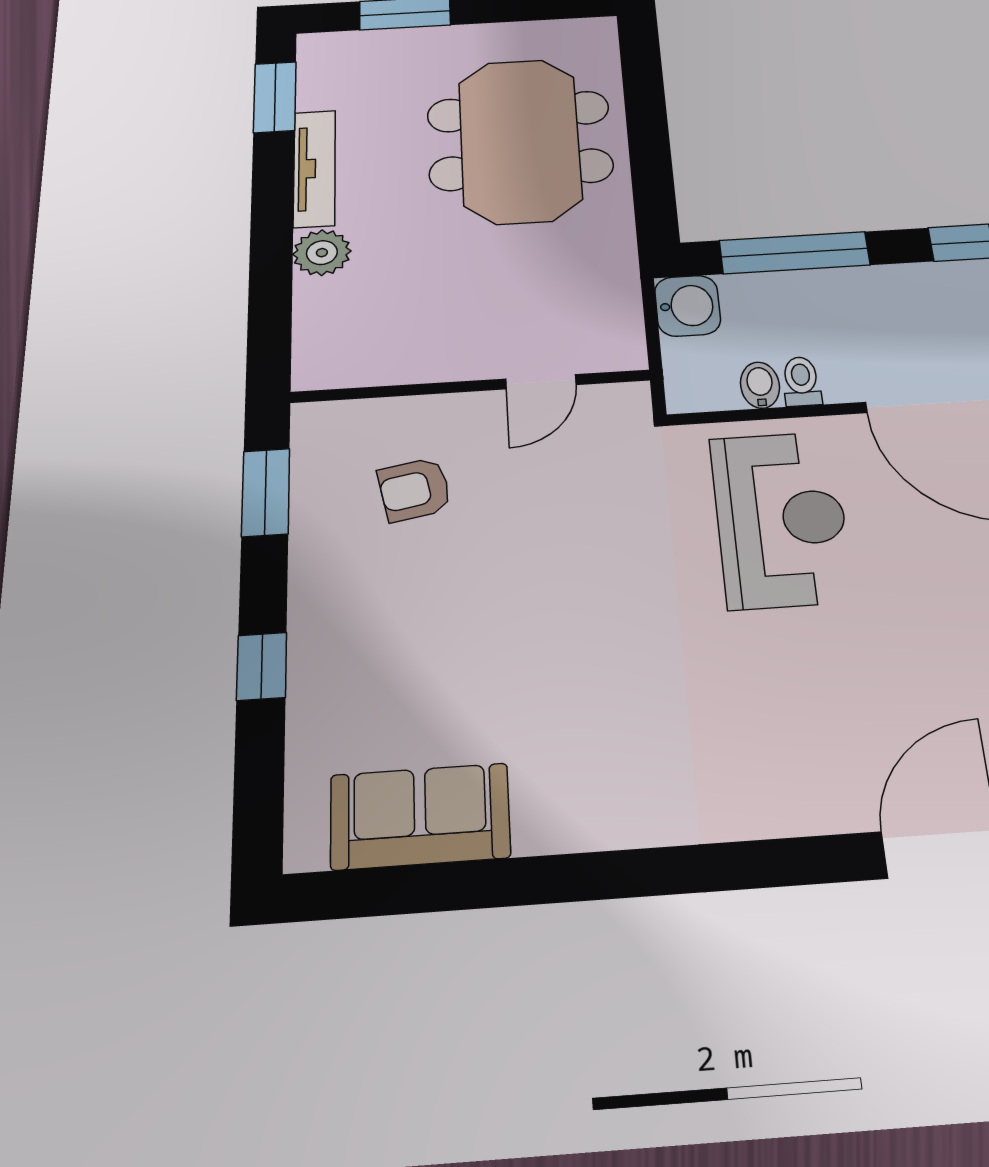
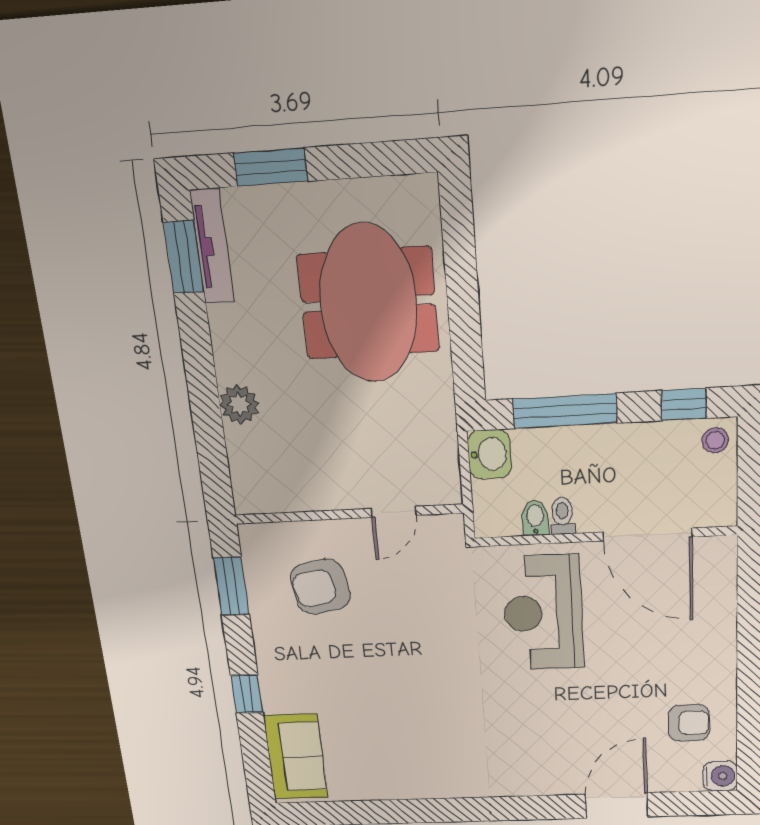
tv unit: (314, 168) -> (212, 246), moved
armchair: (415, 490) -> (320, 587), width x1.38, depth x1.38
reception desk: (781, 519) -> (543, 613), turned 180
sofa: (420, 816) -> (296, 757), moved, turned 90

